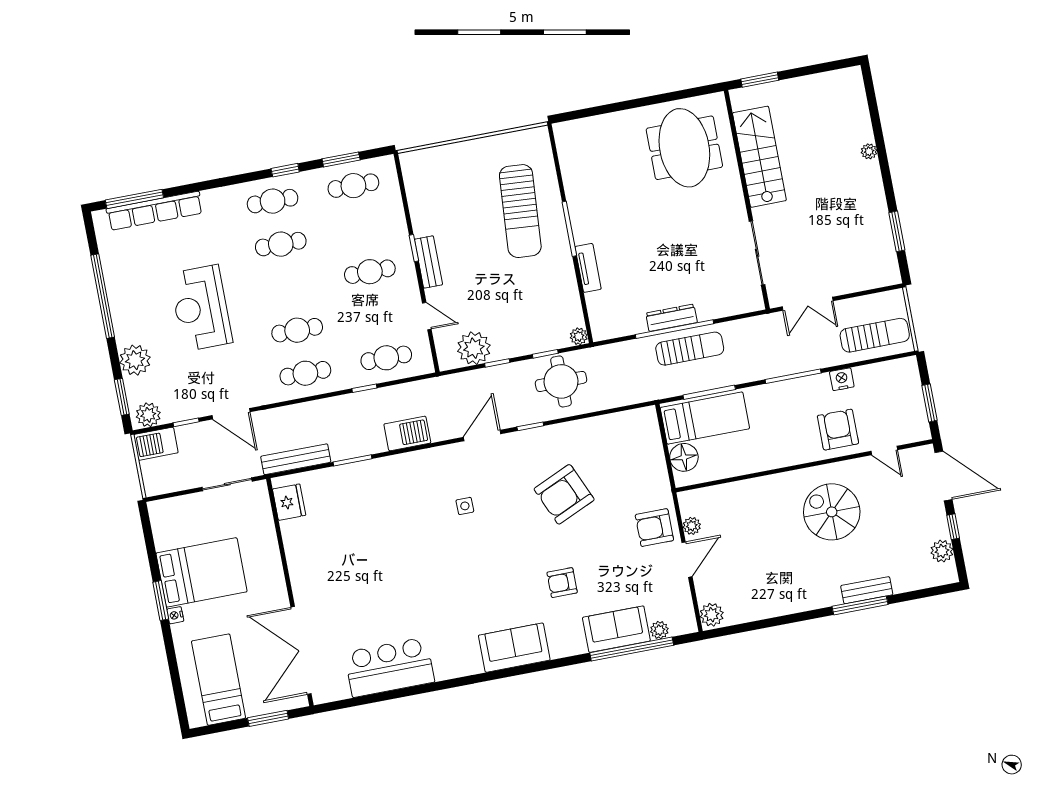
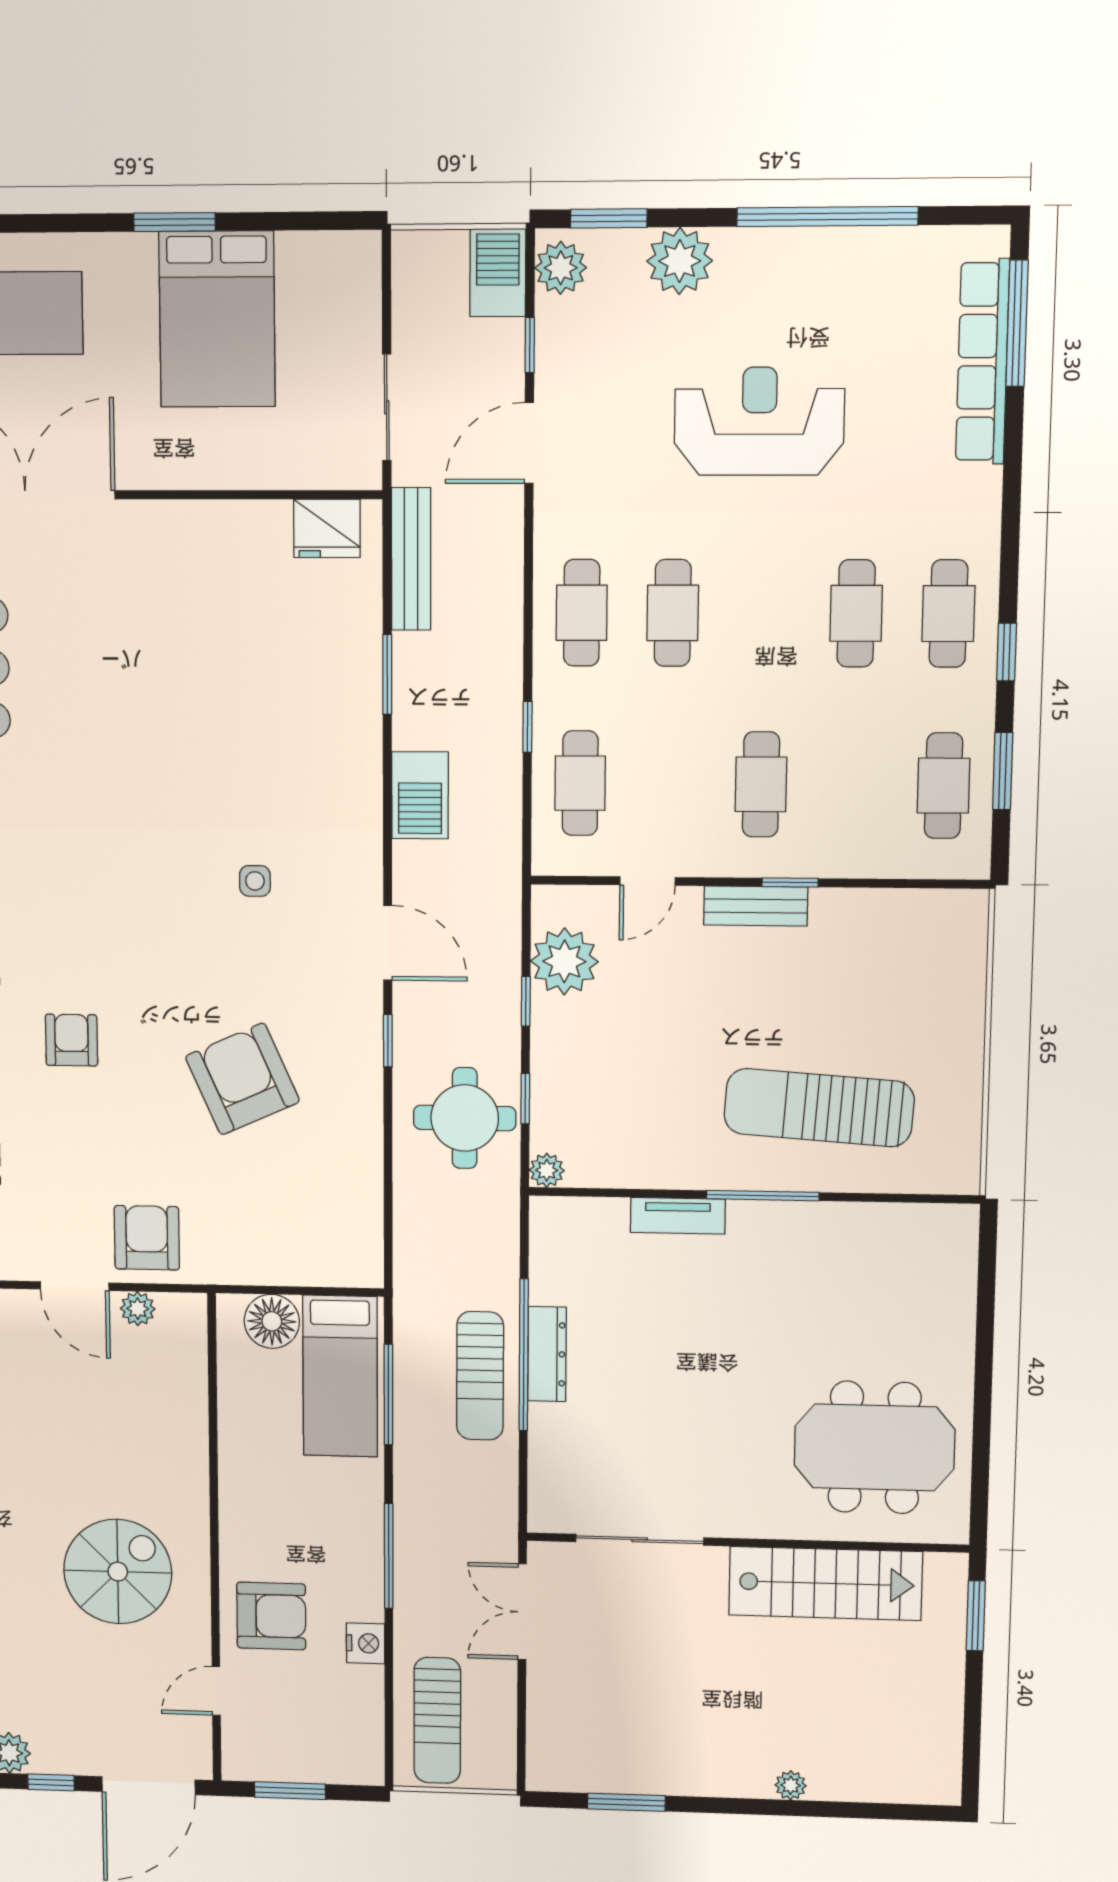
nightstand: (175, 615) -> (139, 247), removed

